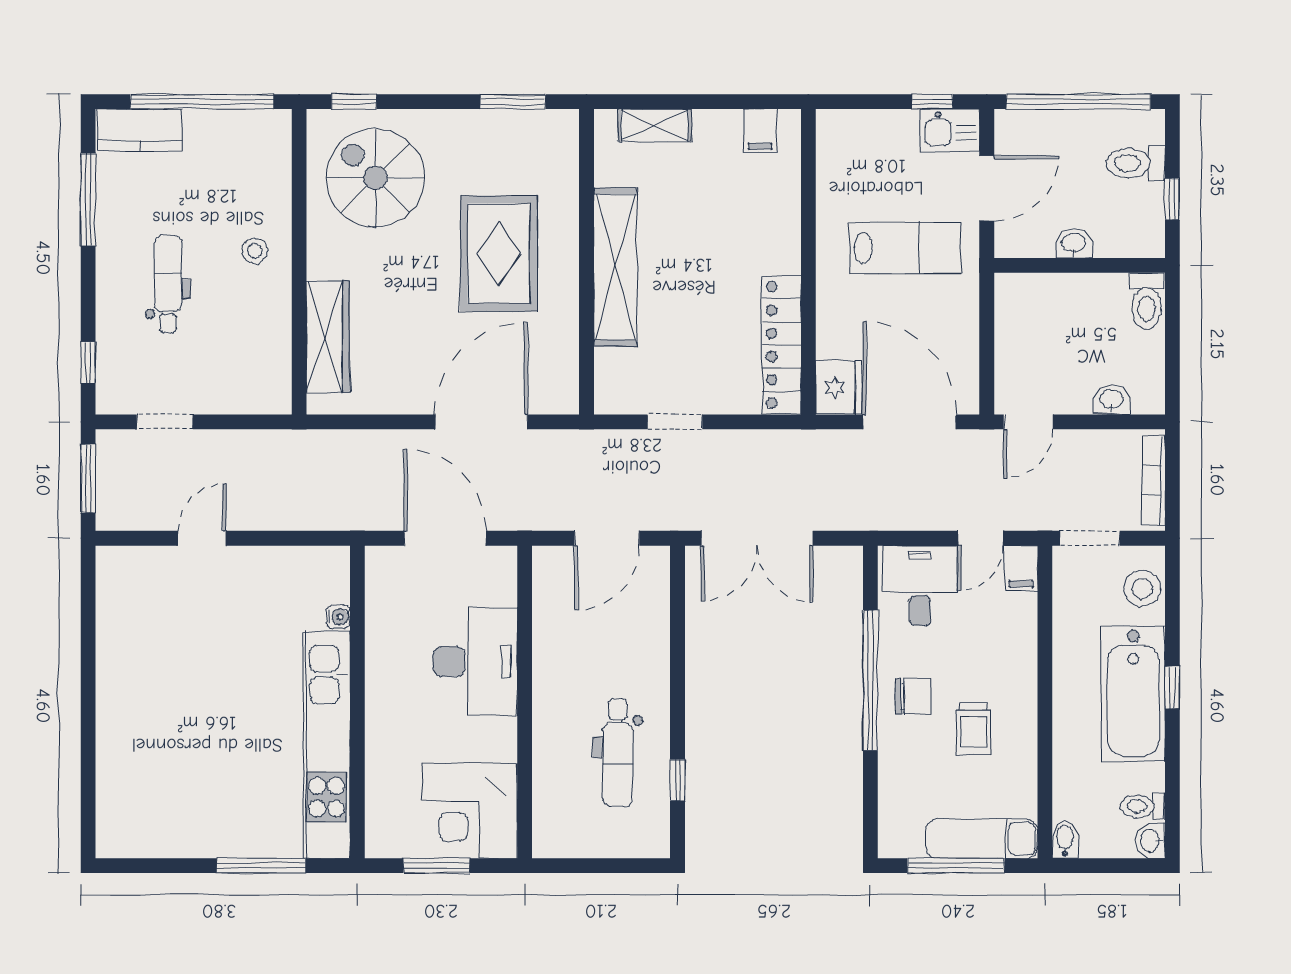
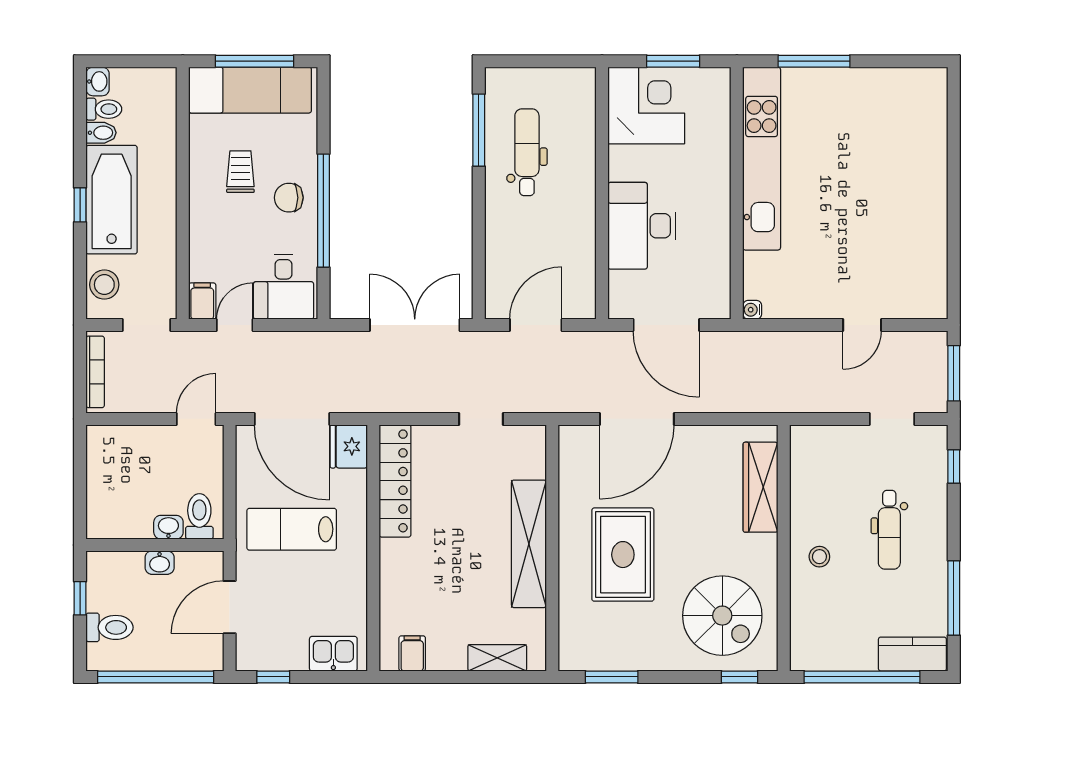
kitchen sink: (950, 130) -> (333, 654), moved
lab bench: (905, 248) -> (292, 529), moved
toilet: (1147, 301) -> (199, 516), moved
washbasin: (1112, 400) -> (168, 527), moved, turned 180
water cooler: (338, 617) -> (752, 310), moved
window: (677, 780) -> (479, 130), width x2.17
exam couch: (982, 839) -> (250, 90), width x1.36, depth x1.45
bidet: (1065, 840) -> (101, 133), moved, turned -90

